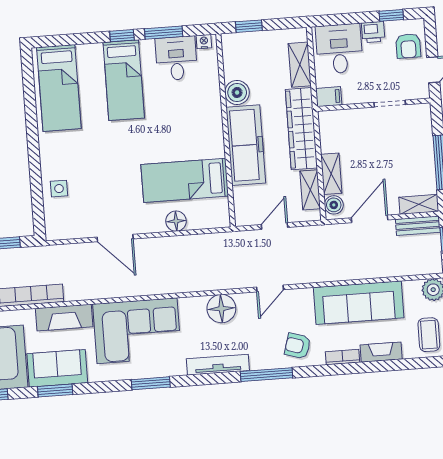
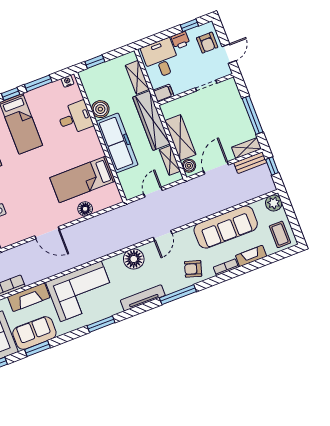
desk: (176, 58) -> (75, 118), moved, turned 90
shelving: (331, 174) -> (180, 138), width x1.50, depth x1.33

